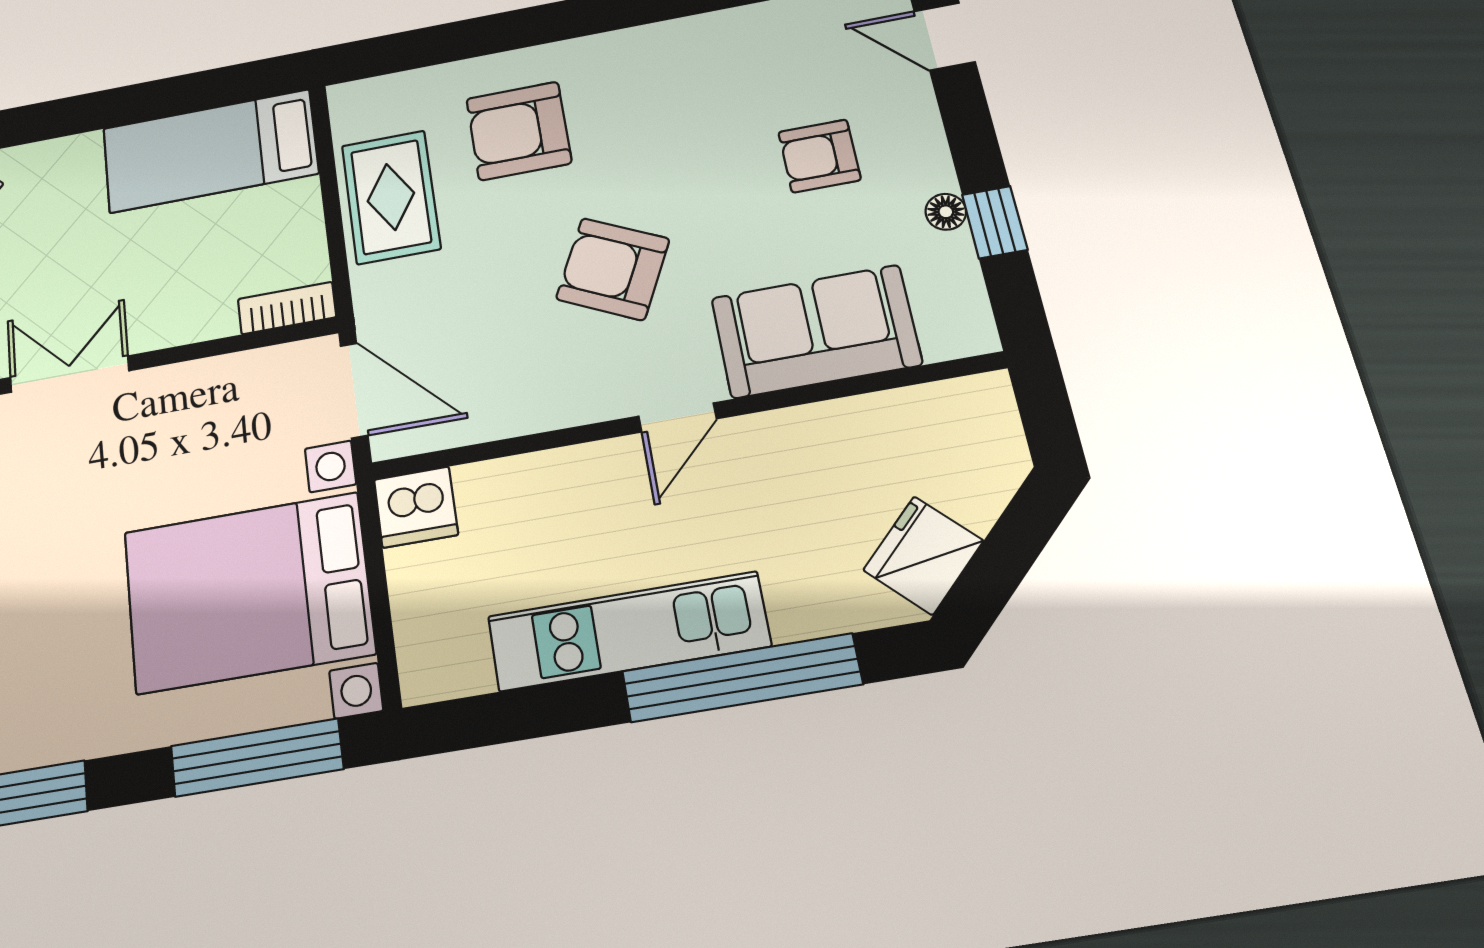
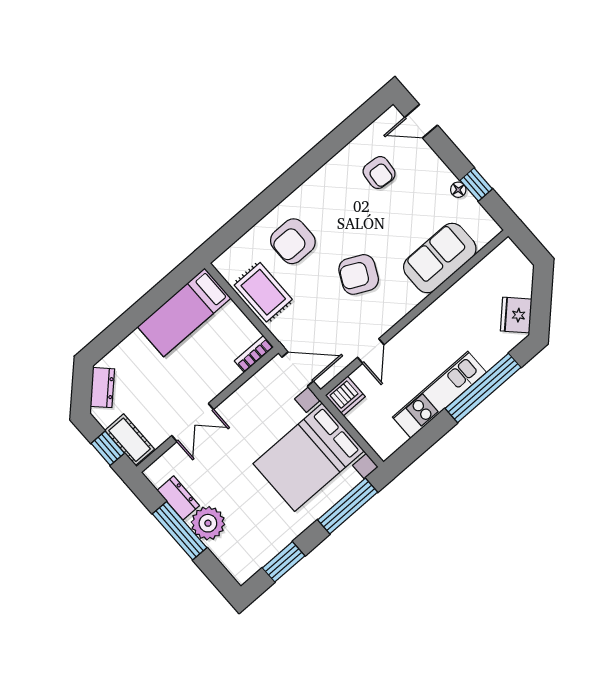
armchair: (819, 156) -> (379, 173), moved, turned -85
double door: (69, 374) -> (193, 423), swing flipped
door: (678, 417) -> (371, 351), moved

